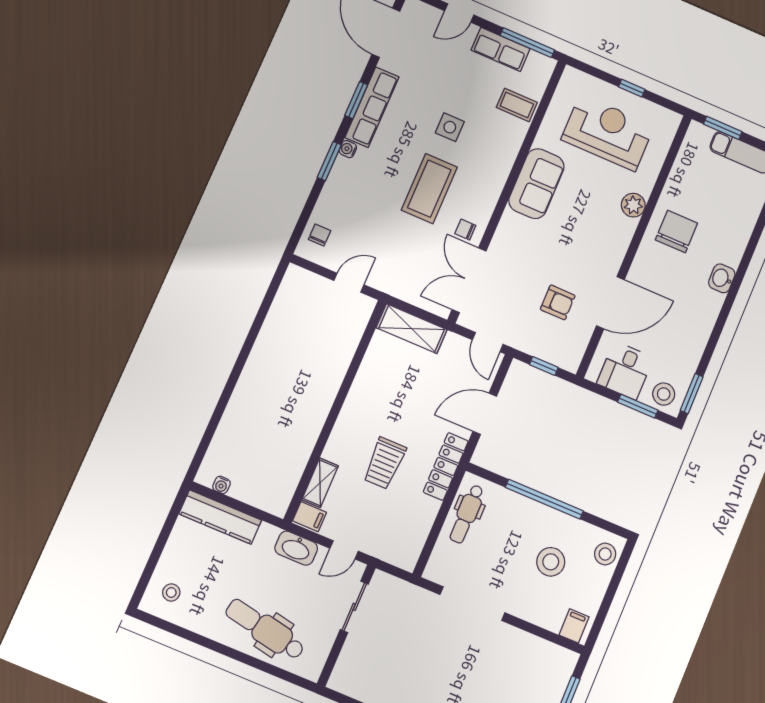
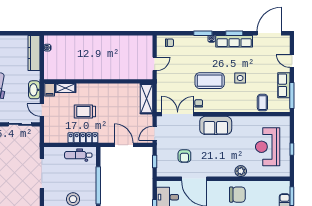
reception desk: (608, 133) -> (268, 147), turned 180
sofa: (536, 184) -> (216, 125), moved
door: (349, 283) -> (155, 64), hinge flipped
locker: (446, 466) -> (83, 138), moved

